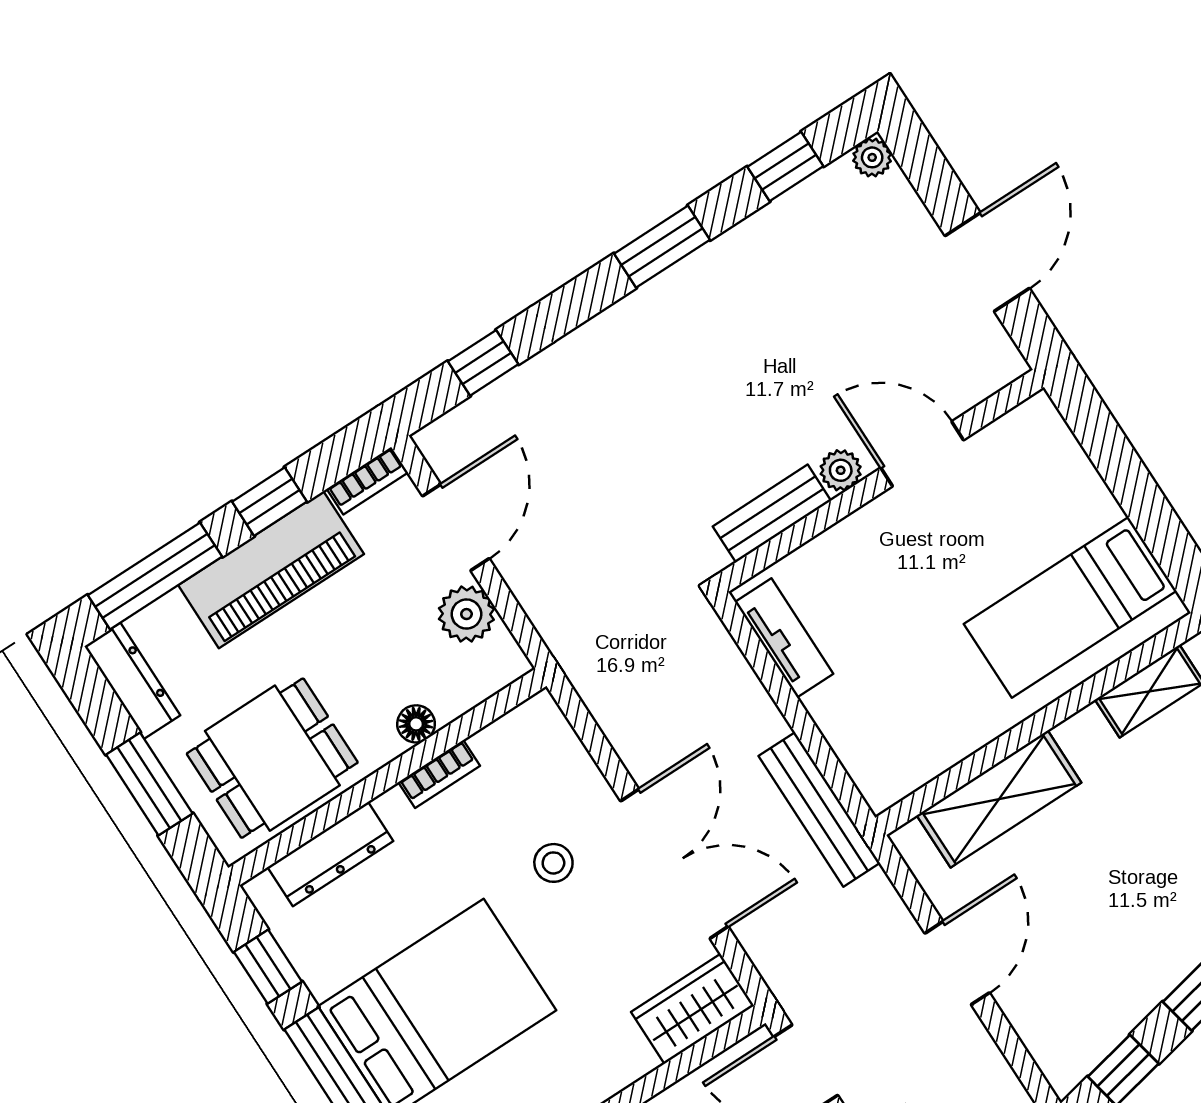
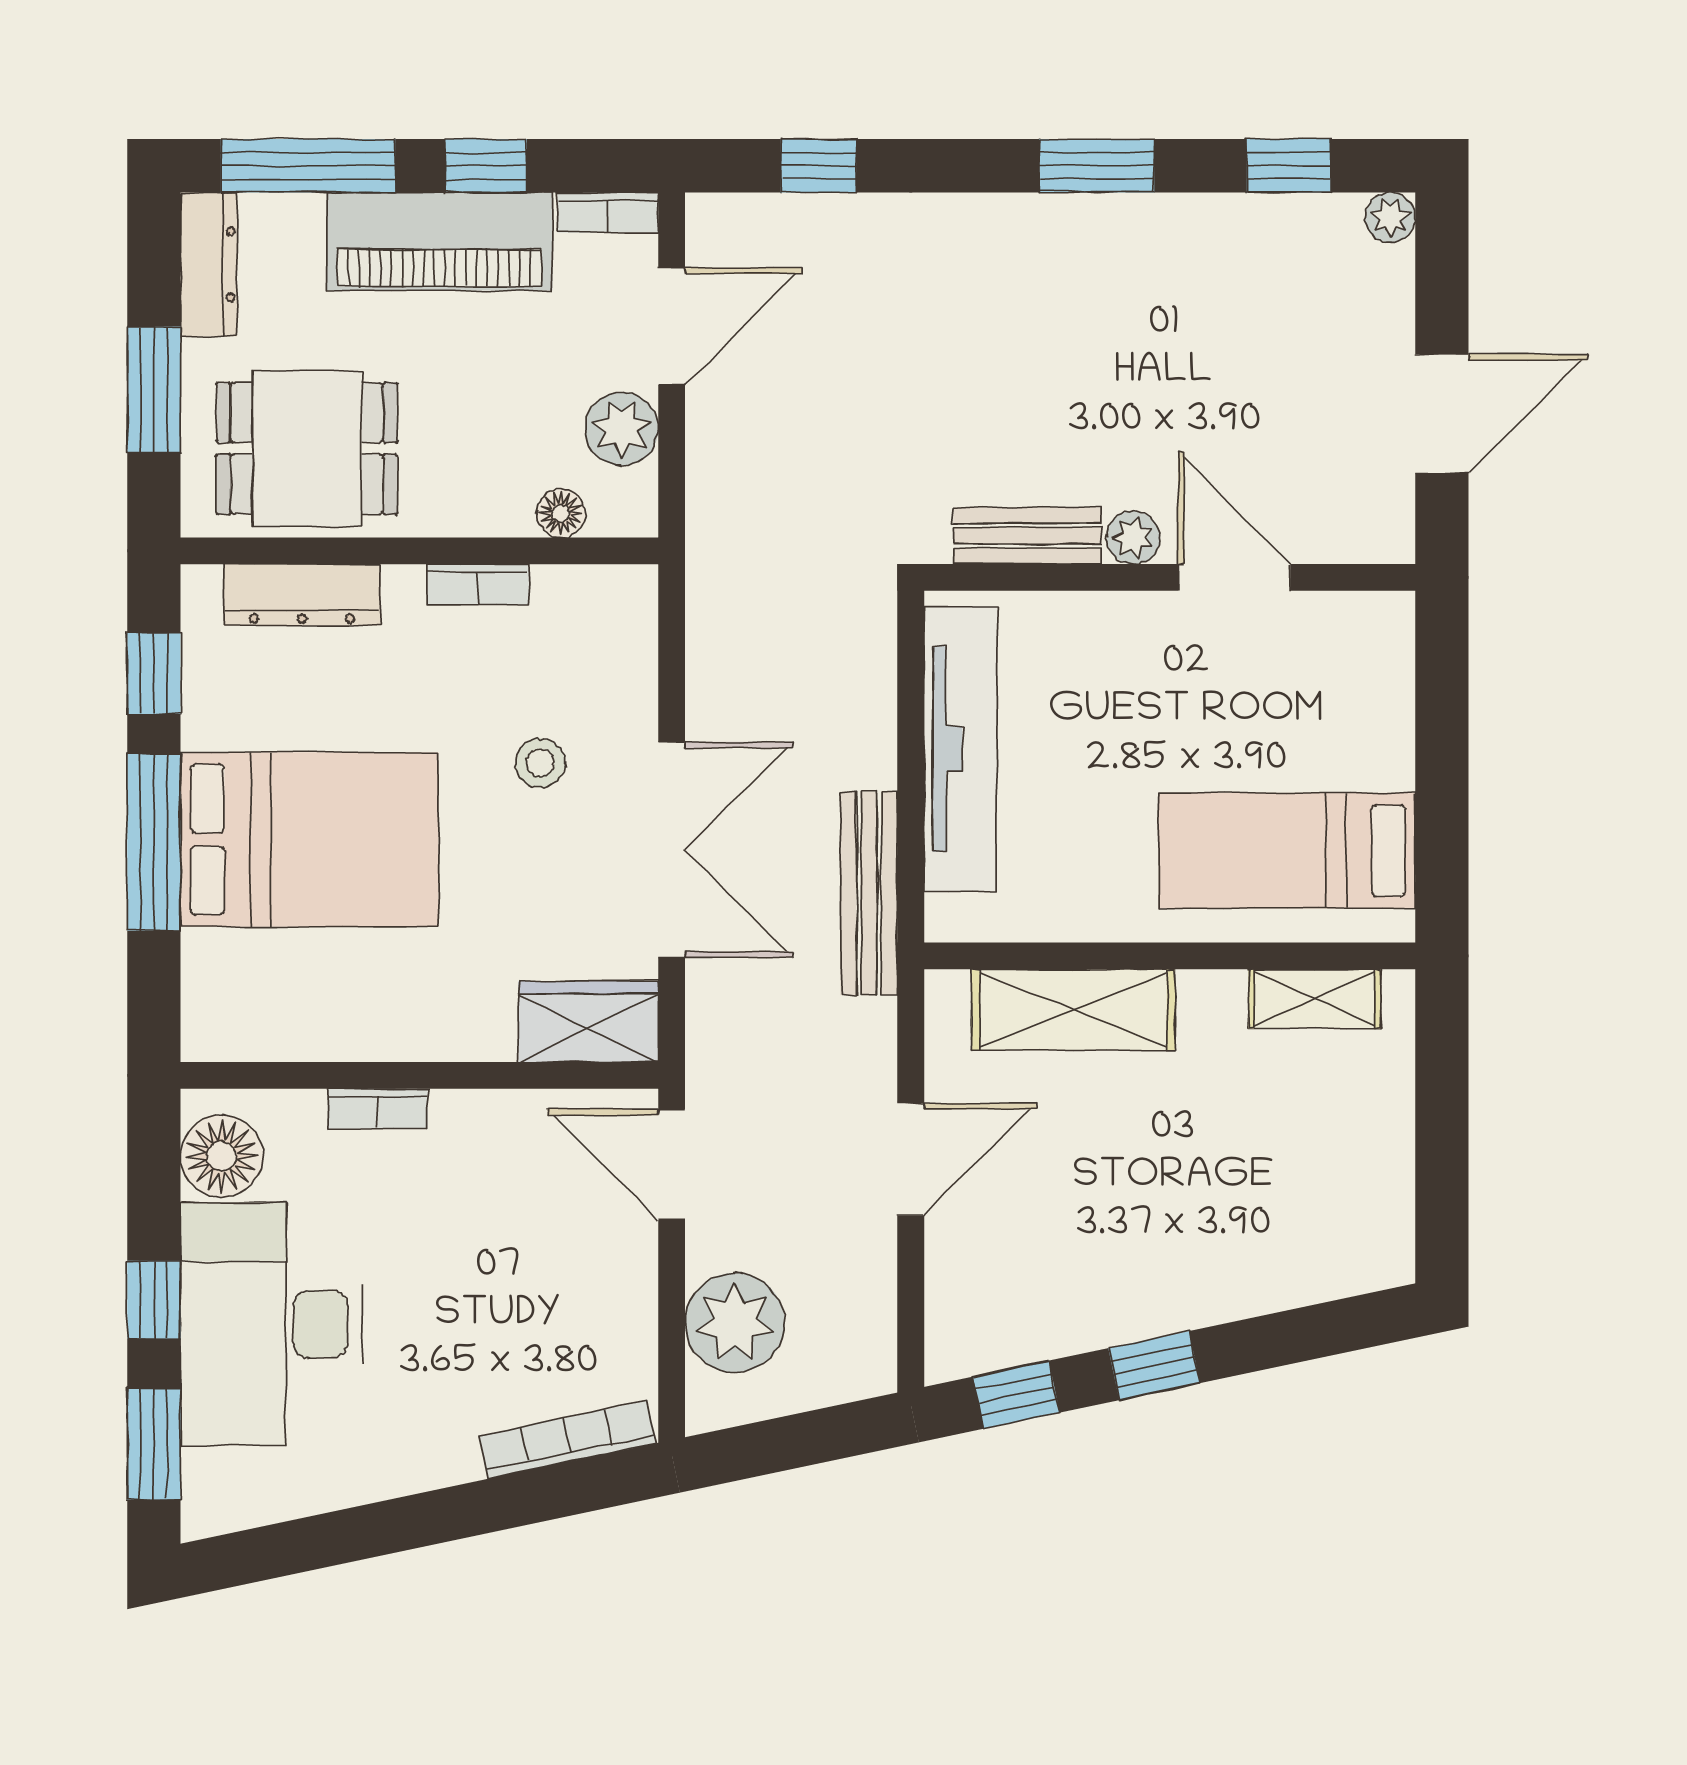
tv unit: (784, 638) -> (961, 749), width x1.92, depth x1.29
floor lamp: (416, 724) -> (561, 513), moved

